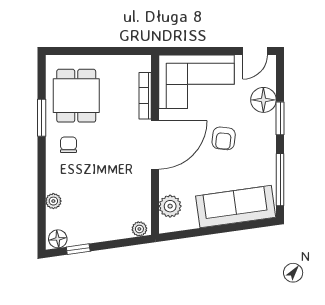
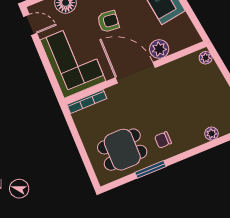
bookcase: (145, 96) -> (87, 102), moved
plant: (170, 206) -> (159, 49), moved

